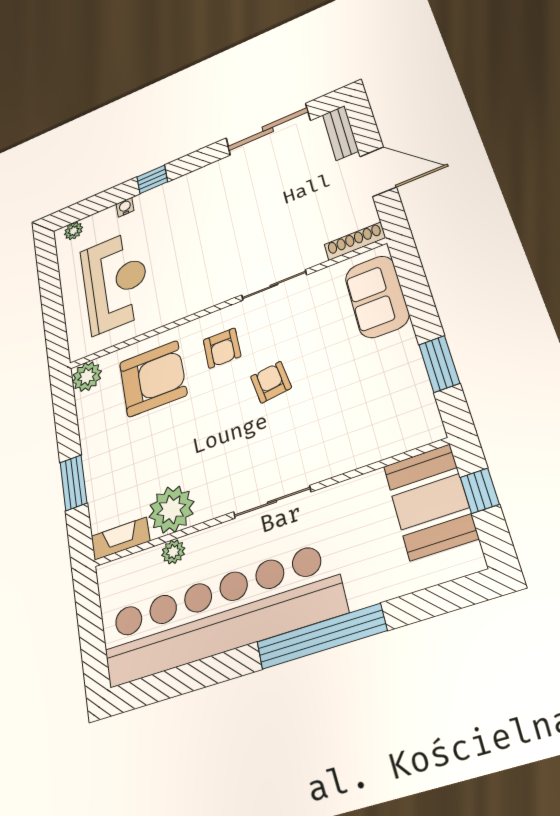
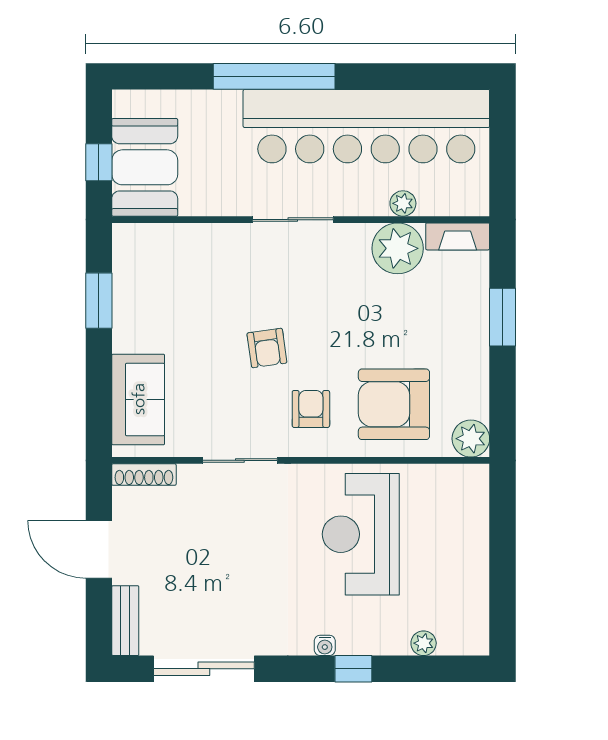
water cooler: (125, 207) -> (325, 645), moved
plant: (73, 231) -> (424, 643), moved
reception desk: (115, 282) -> (361, 534), moved

